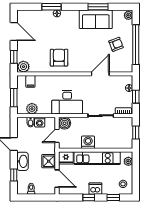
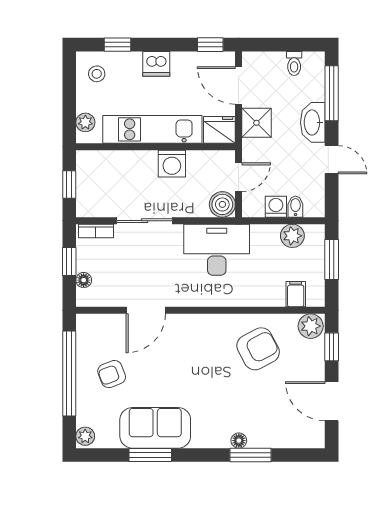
armchair: (59, 58) -> (258, 349), moved, turned -118
window: (14, 175) -> (332, 93), width x2.17
window: (89, 198) -> (210, 45), moved

